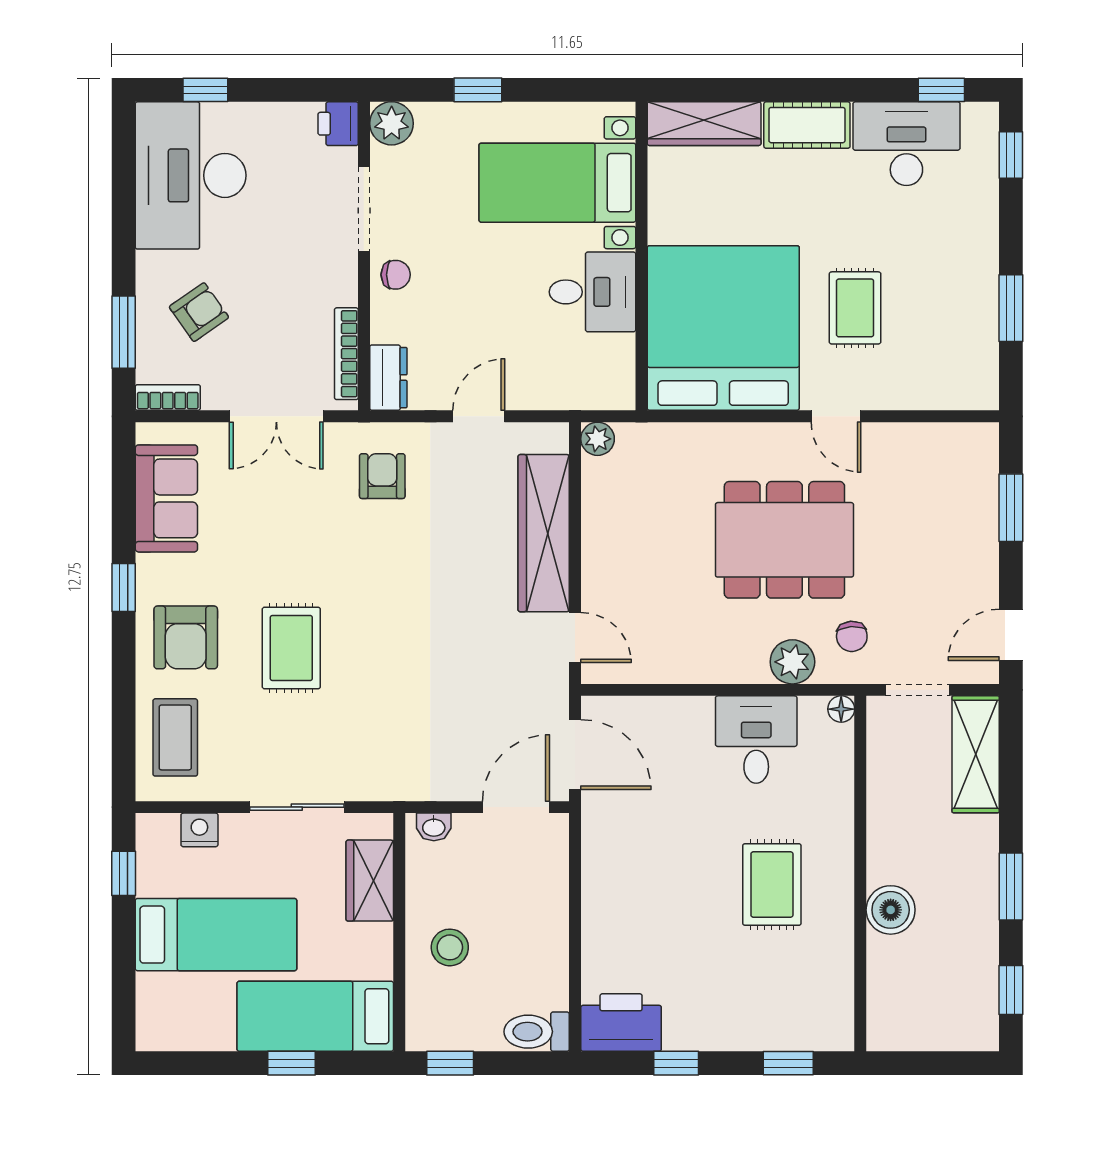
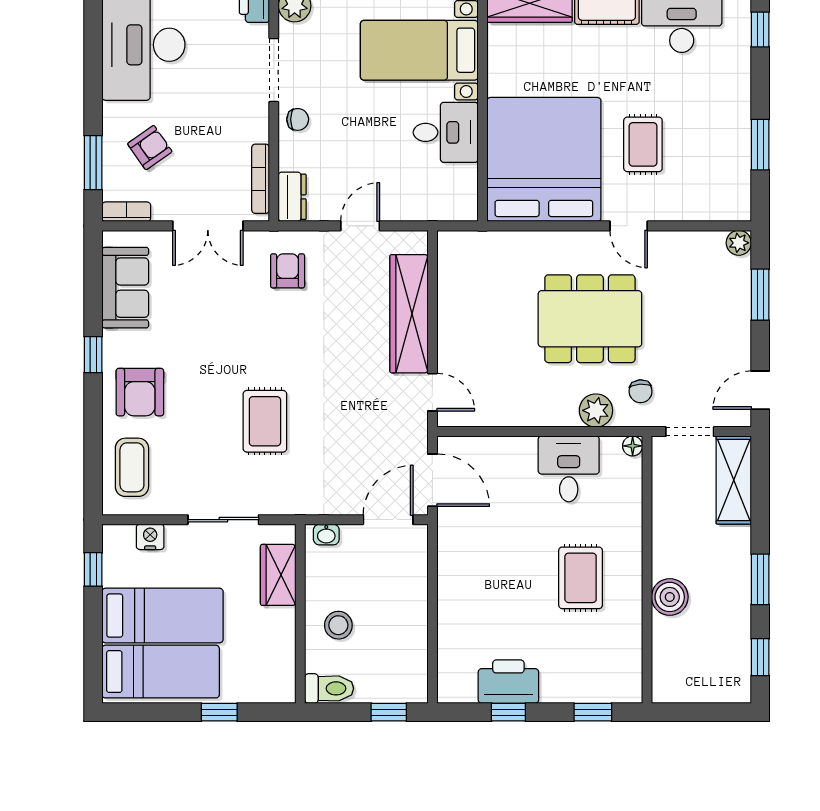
plant: (598, 439) -> (739, 243), moved
rug: (291, 648) -> (265, 421), moved
bed: (315, 1016) -> (161, 672), moved, turned 180
printer: (621, 1023) -> (508, 682), moved
toilet: (537, 1032) -> (329, 688), moved, turned 180
window: (450, 1063) -> (389, 712), moved

